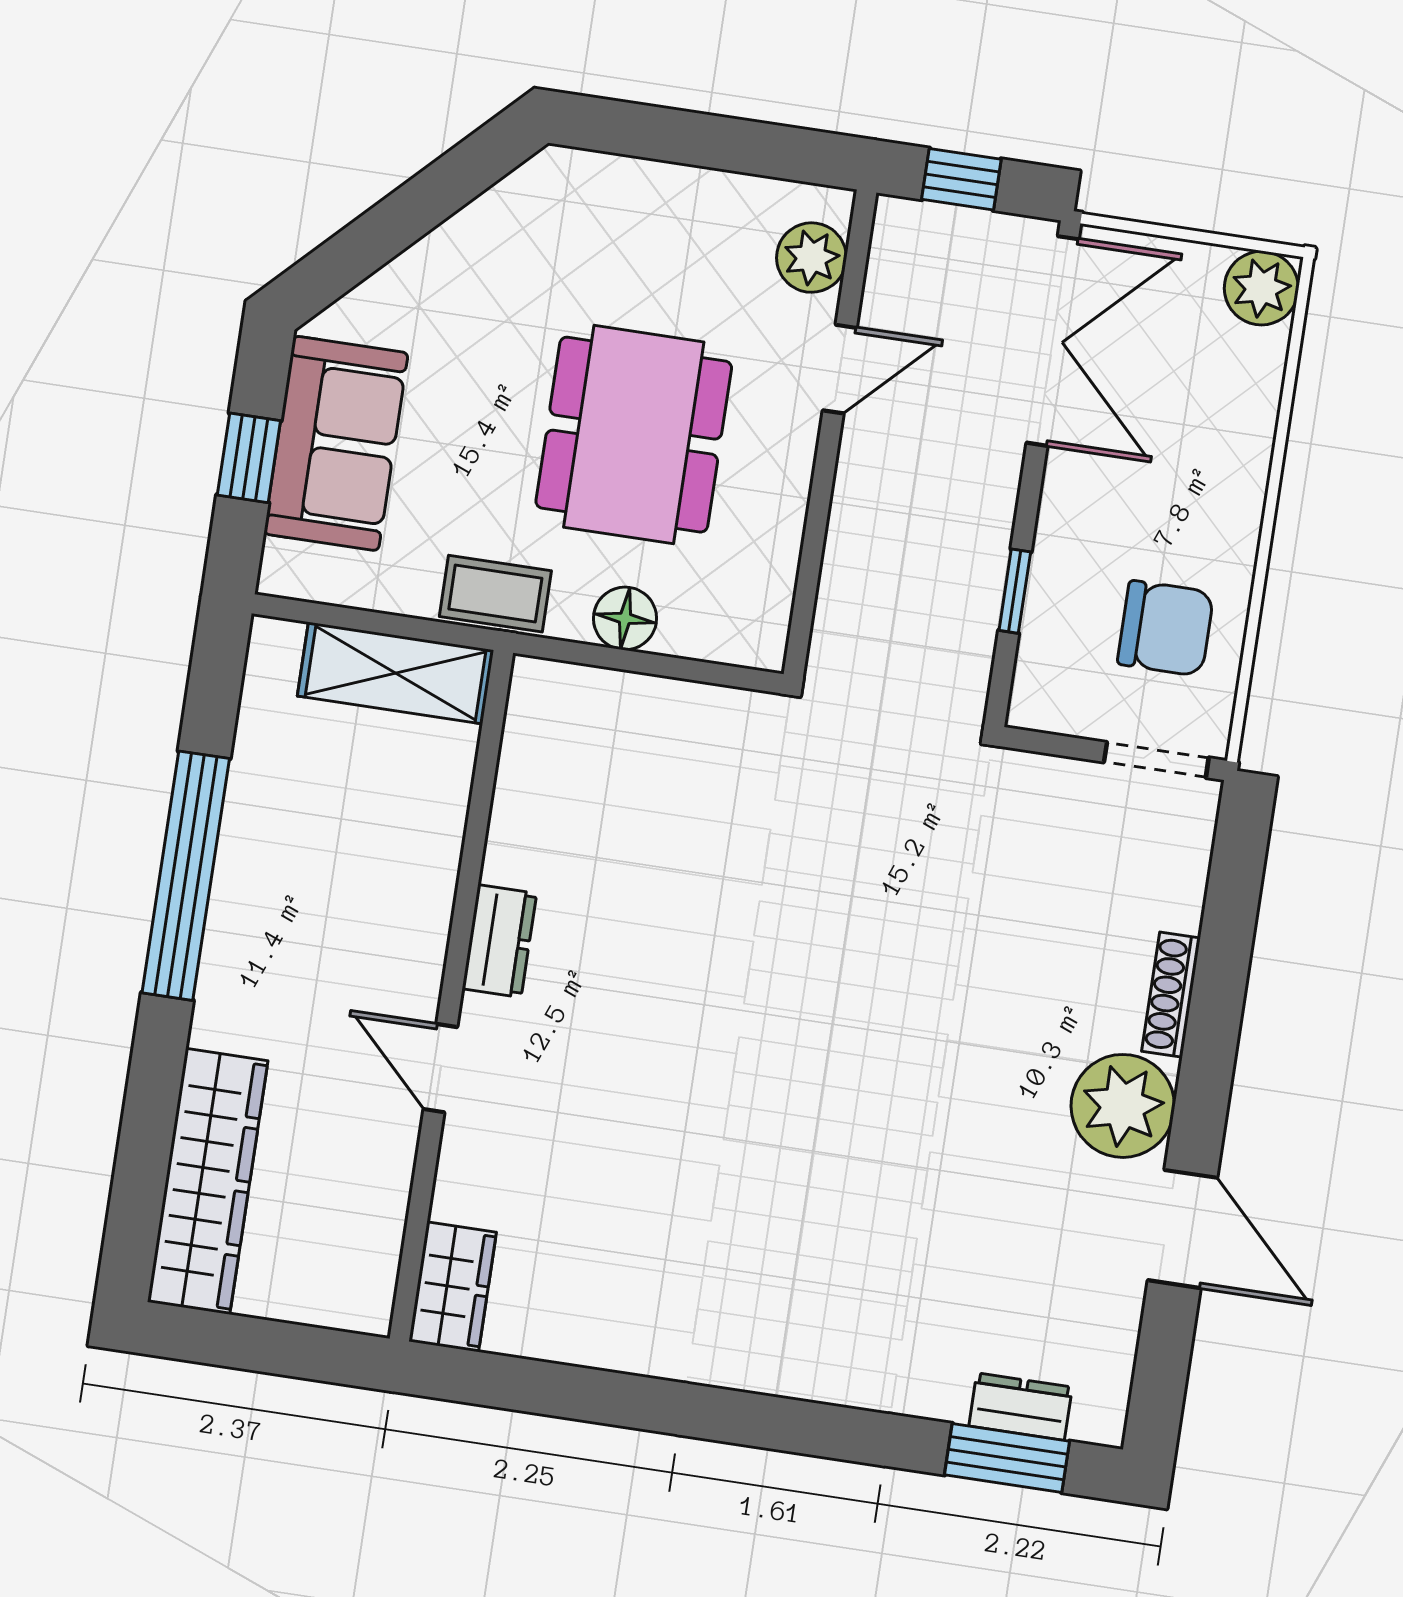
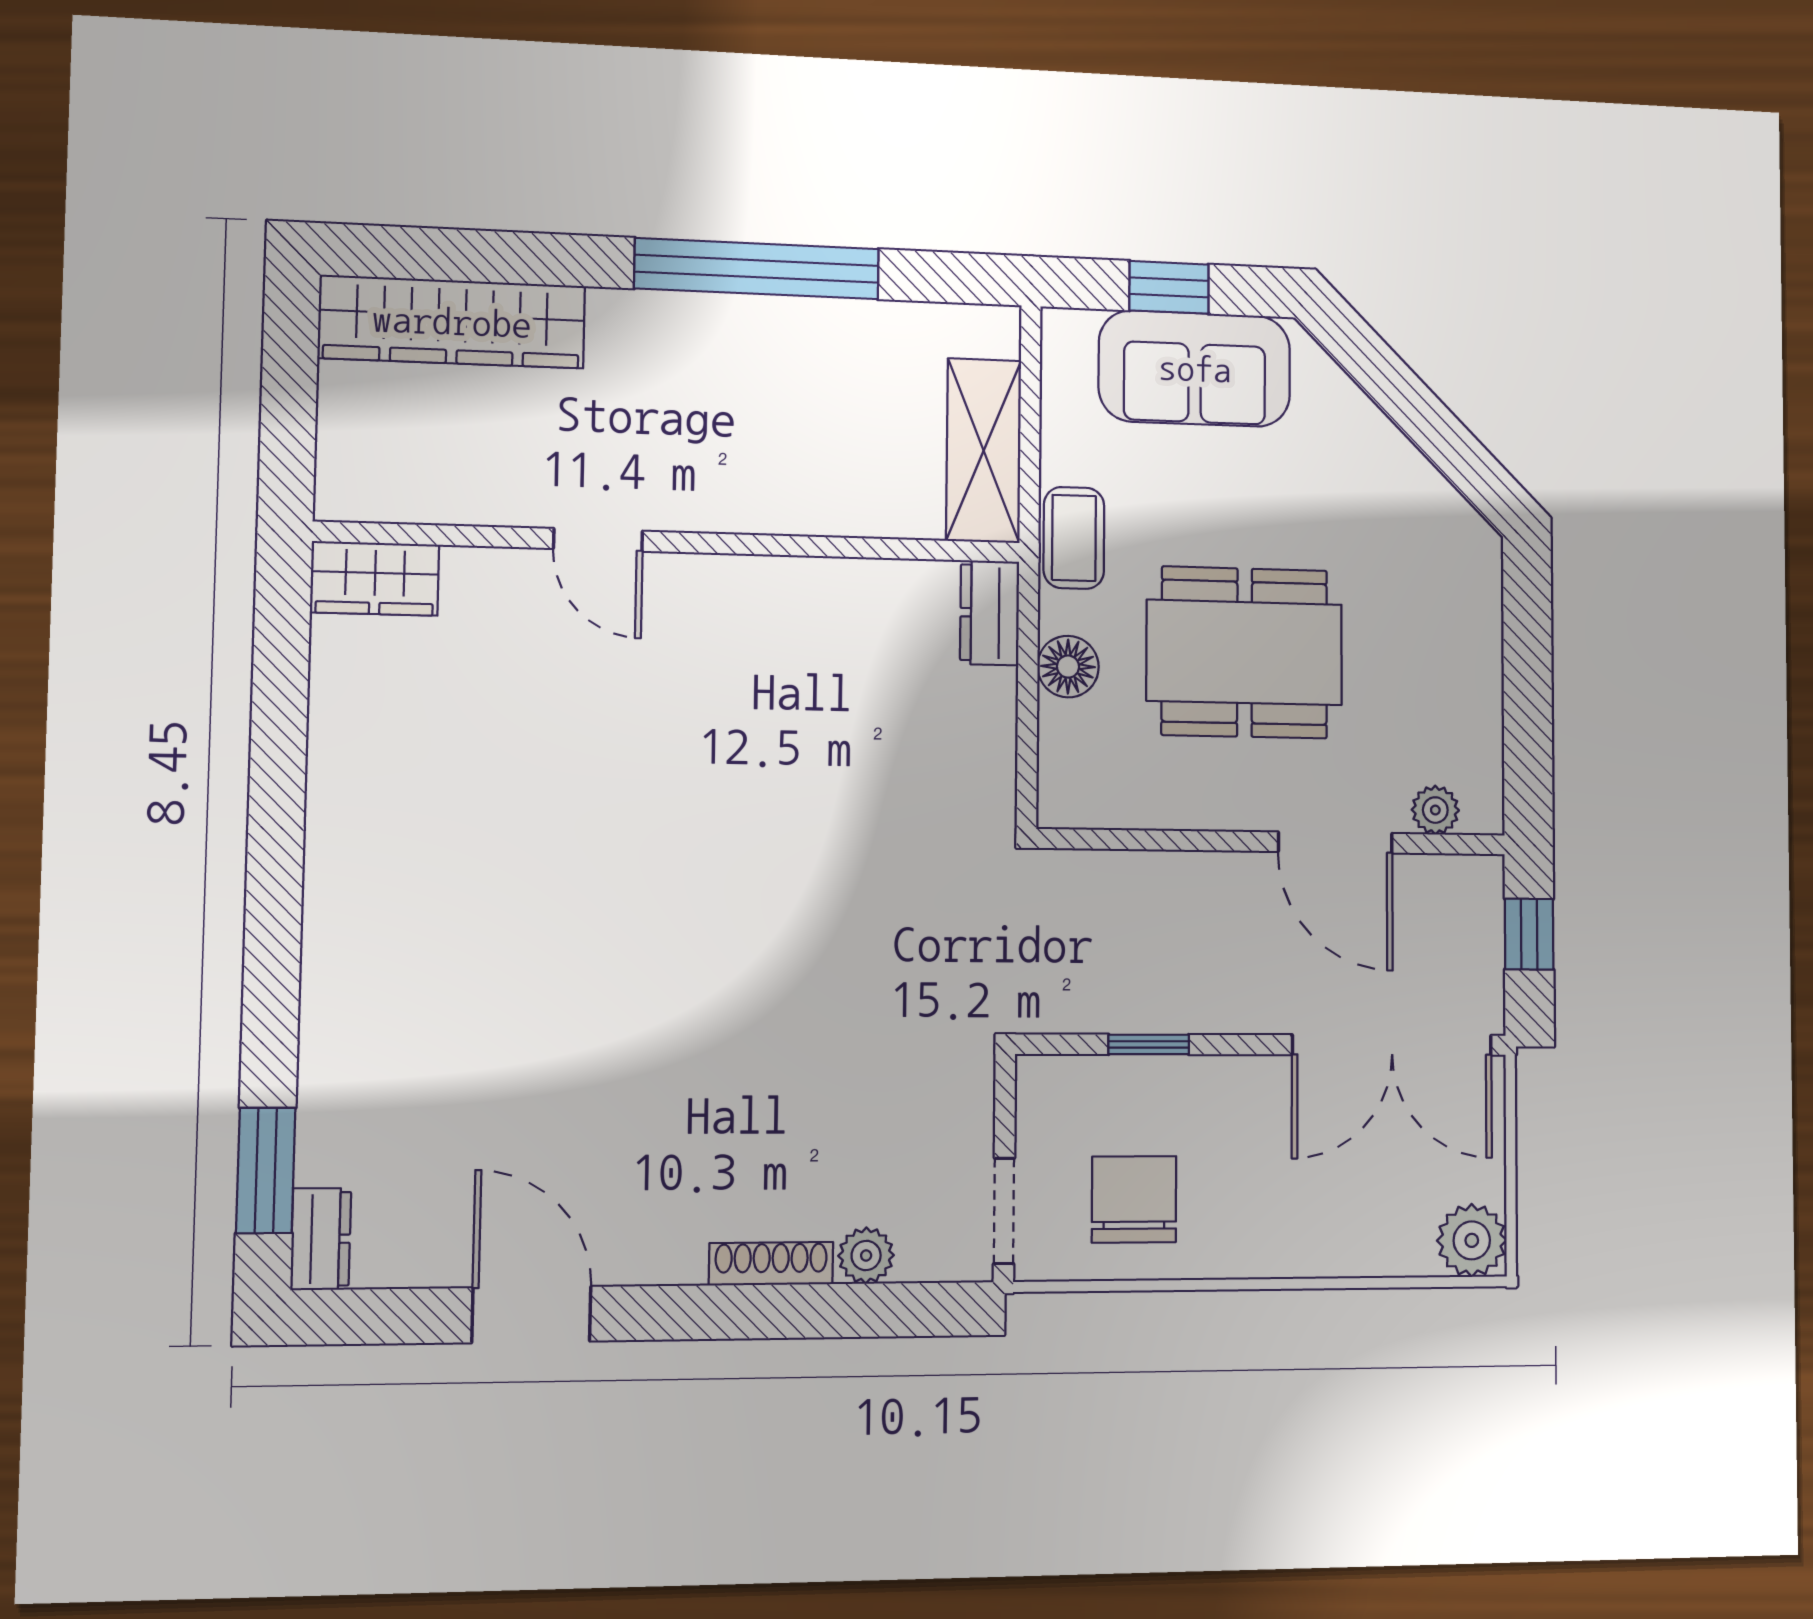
plant: (811, 258) -> (1435, 810), width x0.73, depth x0.73
door: (840, 369) -> (1335, 843), width x1.38
chair: (1166, 628) -> (1134, 1199), turned 180
dresser: (499, 941) -> (990, 613), moved, turned 90
door: (440, 1068) -> (598, 540), swing flipped
plant: (1123, 1106) -> (866, 1255), moved, width x0.53, depth x0.53
door: (1182, 1229) -> (531, 1314), swing flipped
dresser: (1021, 1407) -> (321, 1239), moved

